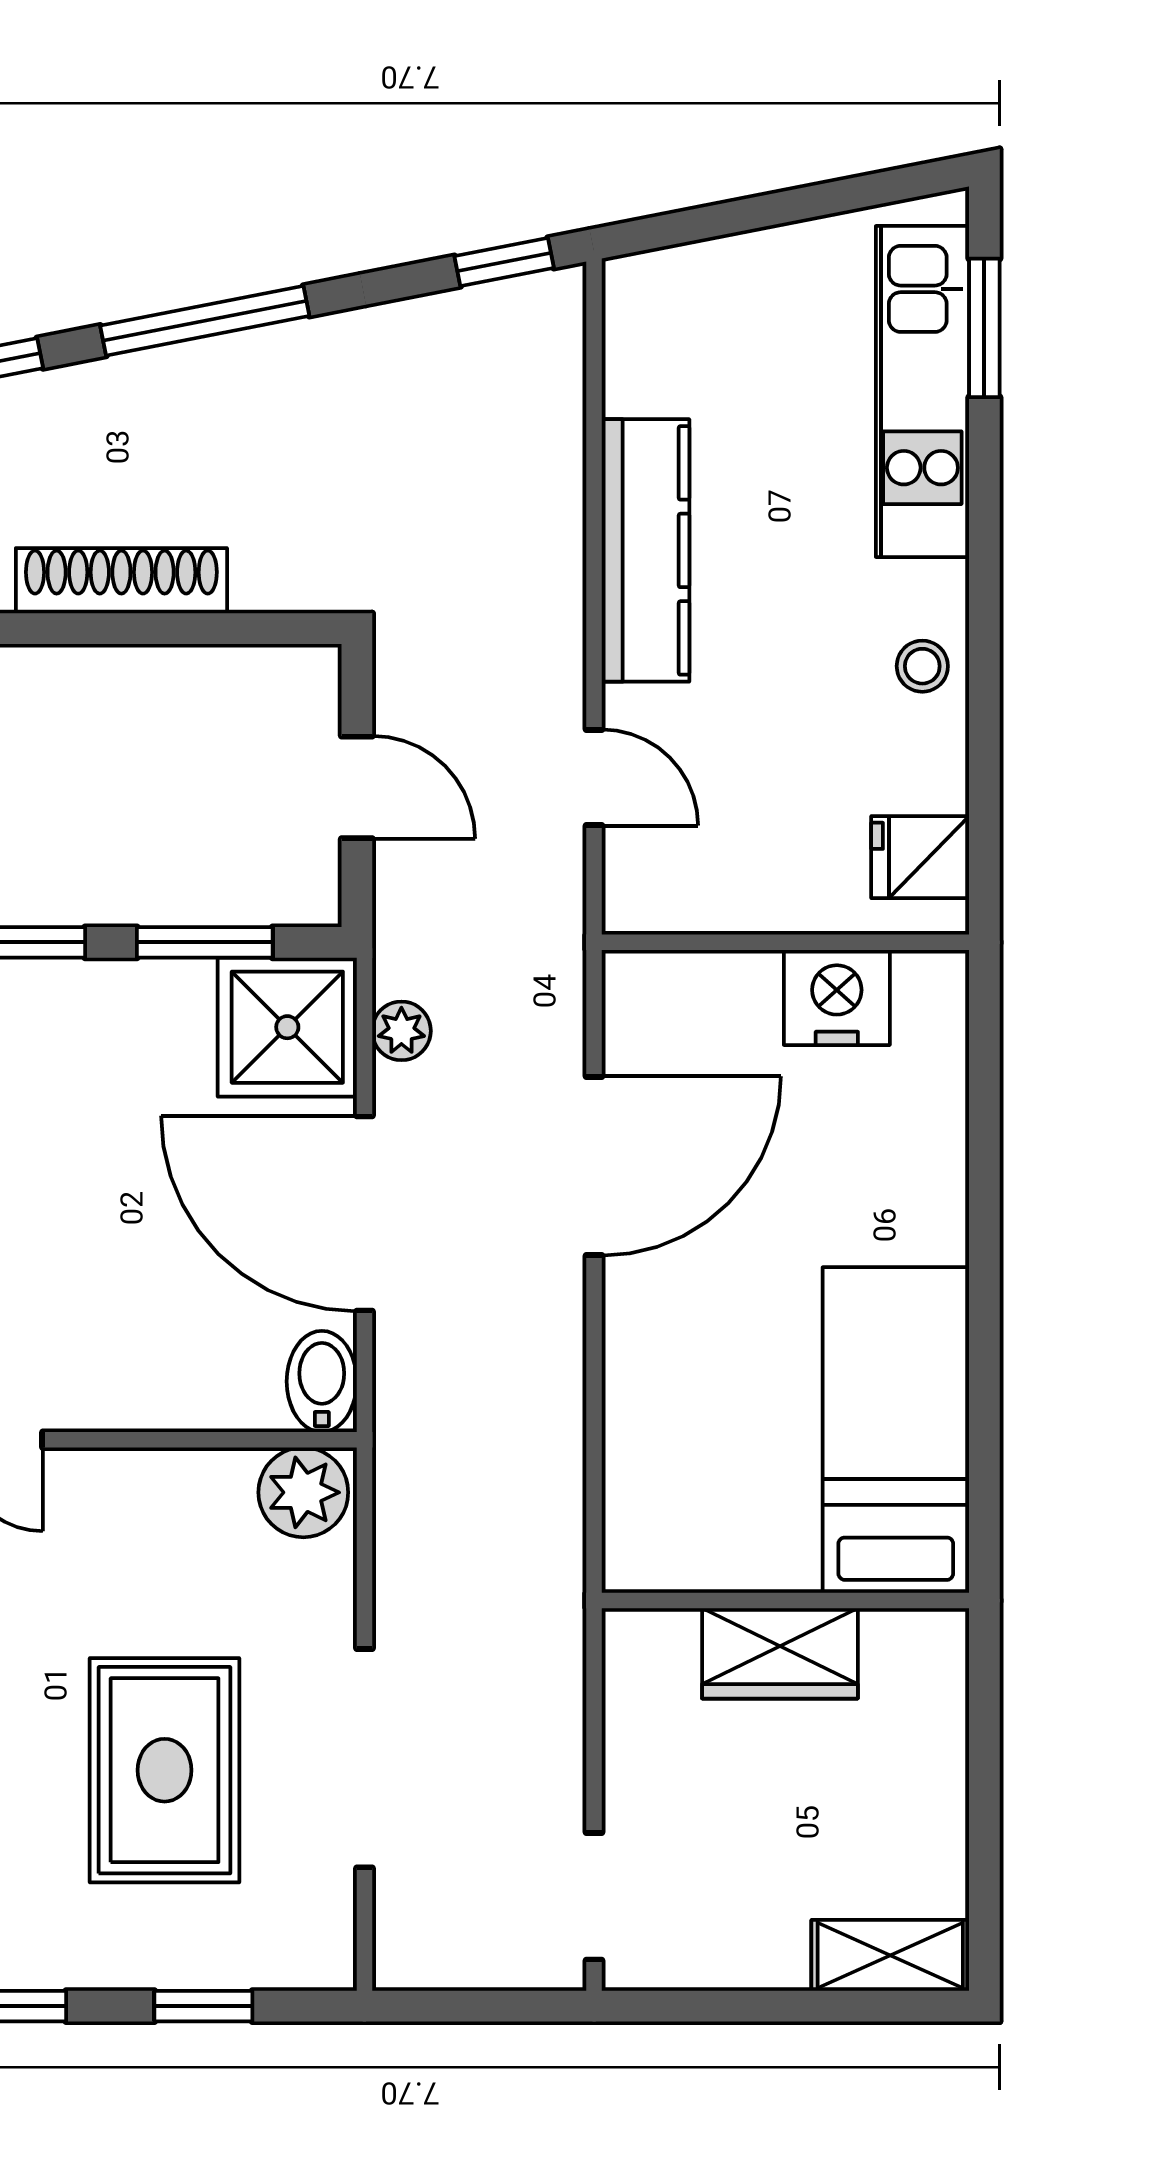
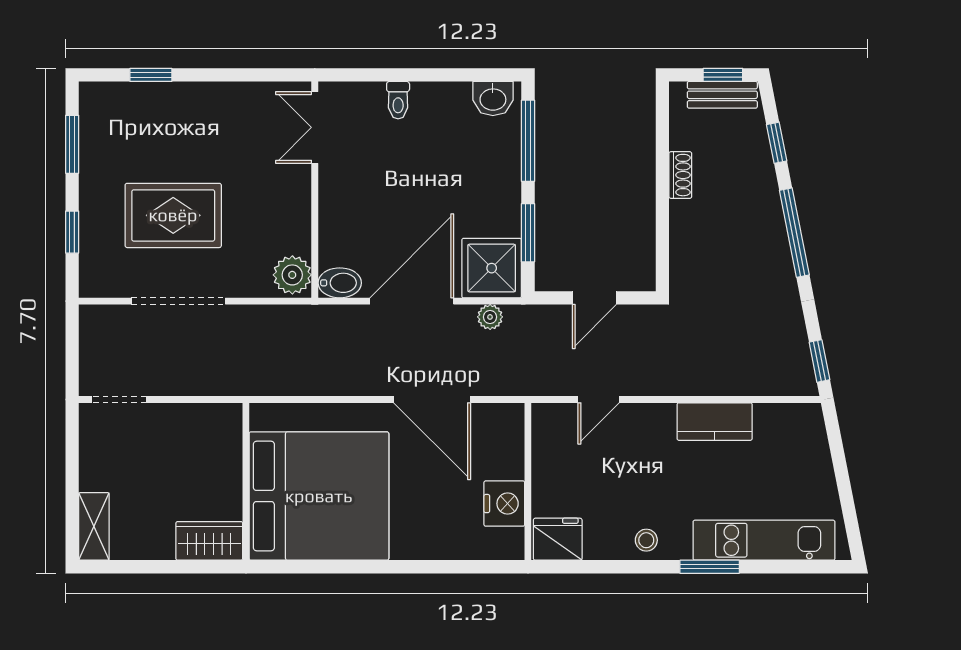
window: (984, 328) -> (710, 567), moved
kitchen counter: (645, 550) -> (715, 422), width x0.67
shoe rack: (121, 581) -> (680, 175), width x0.51, depth x0.81
fridge: (920, 857) -> (558, 539), width x1.38
bed: (896, 1430) -> (319, 496), width x2.04
wardrobe: (780, 1653) -> (209, 541), moved, turned 90

